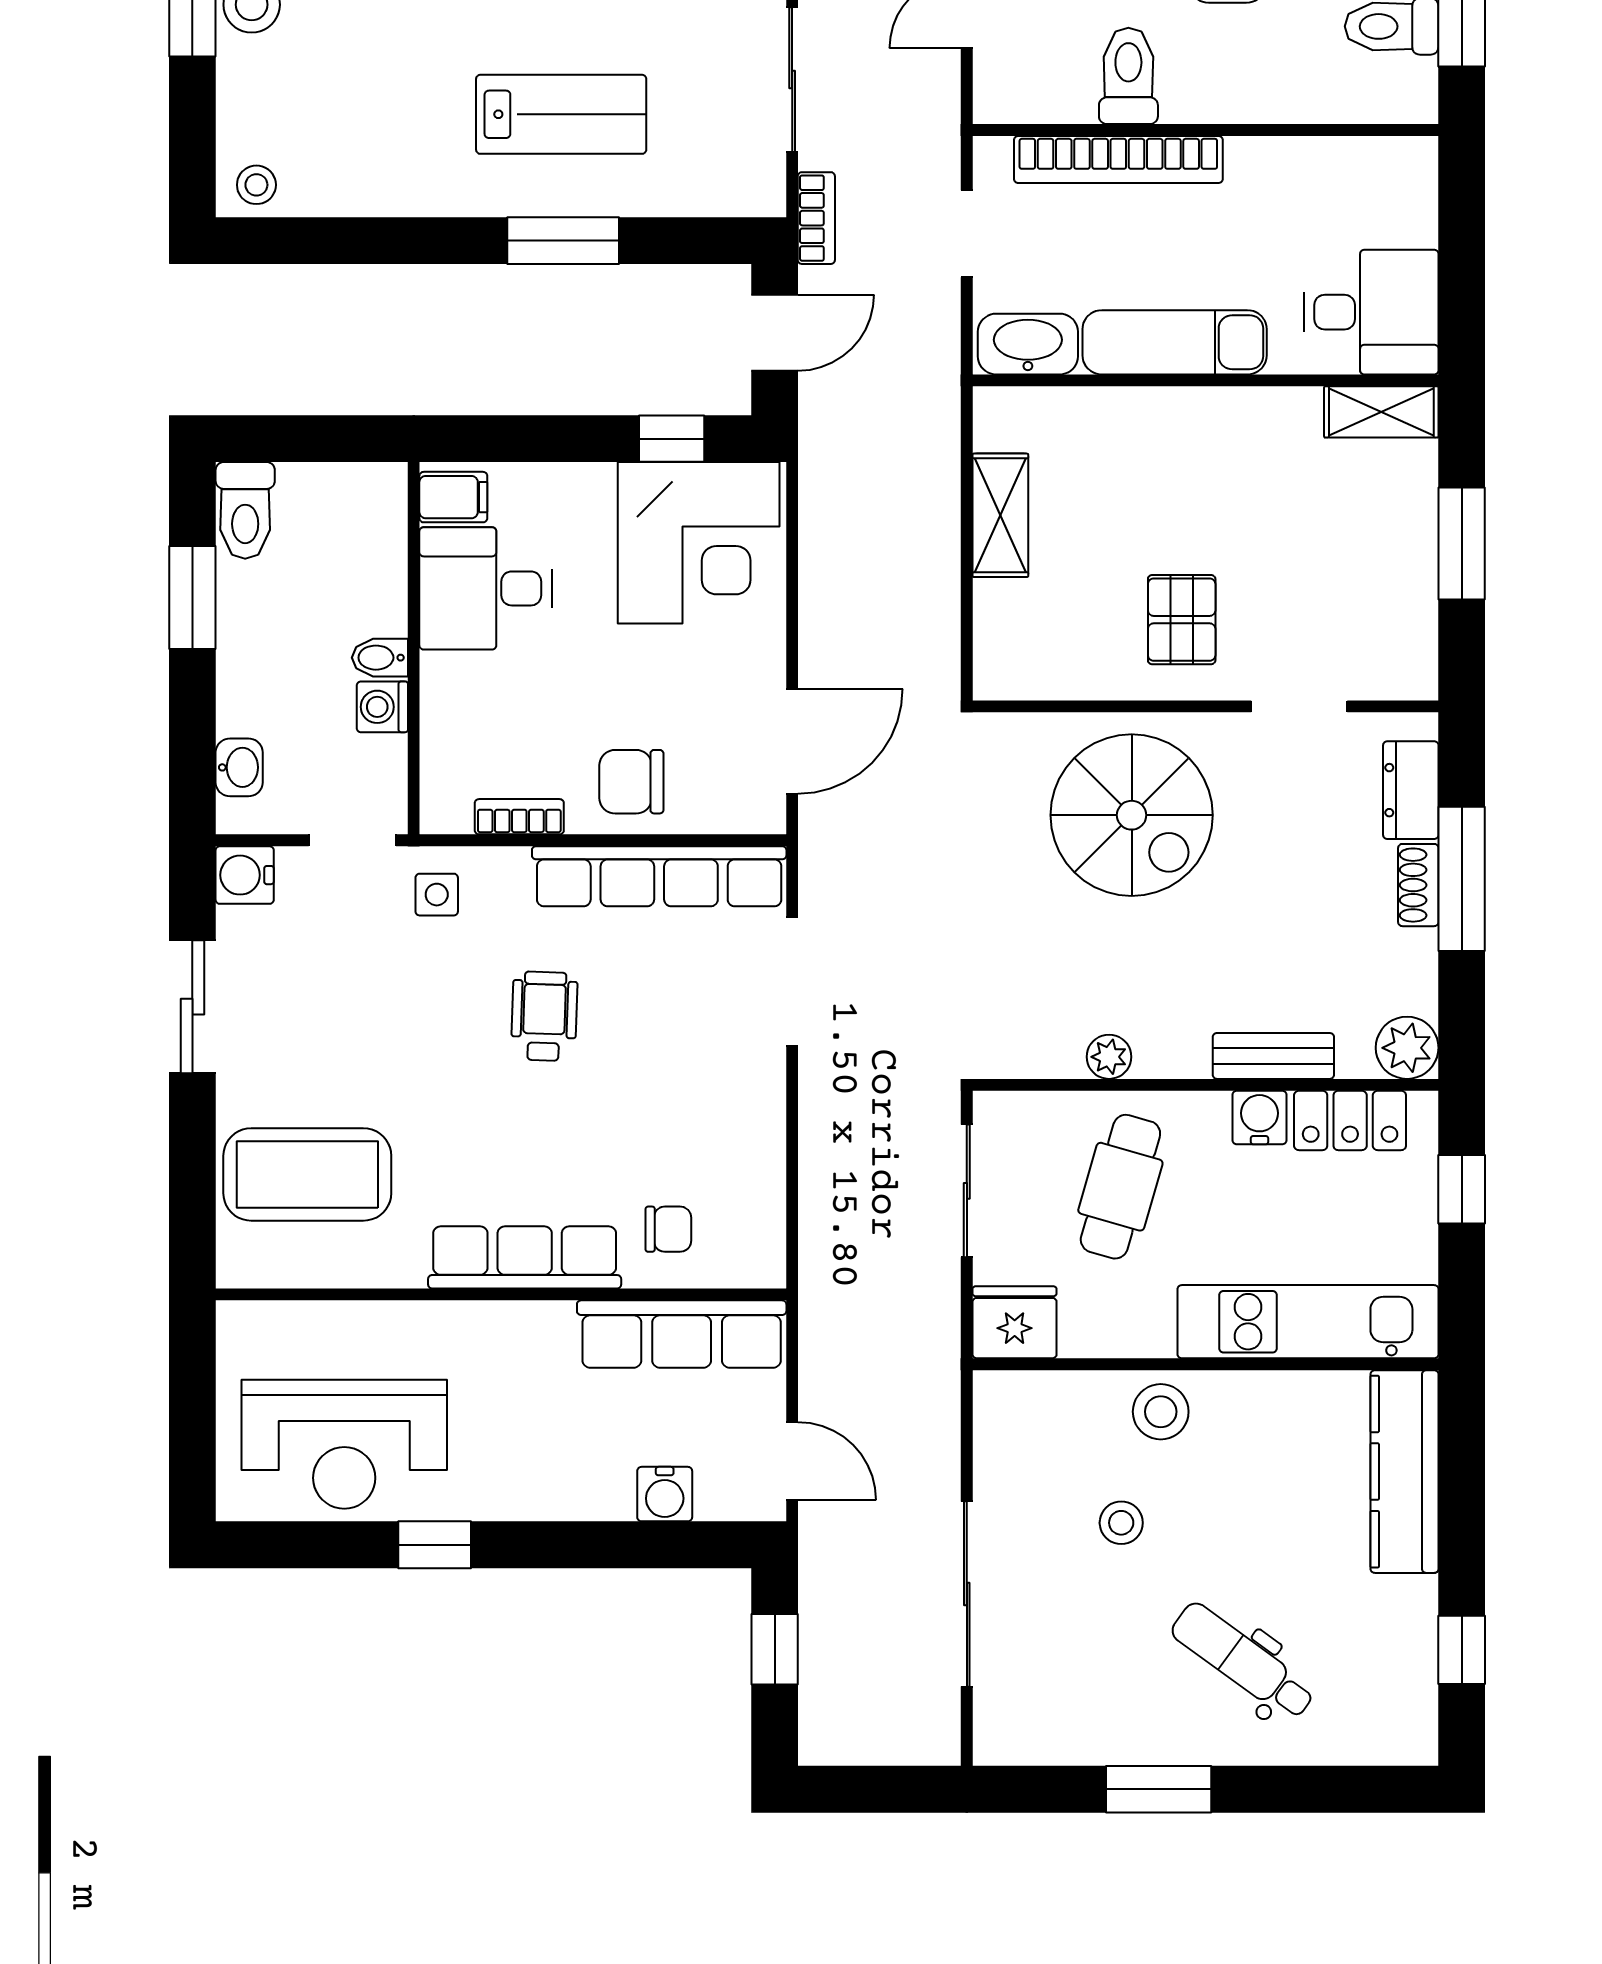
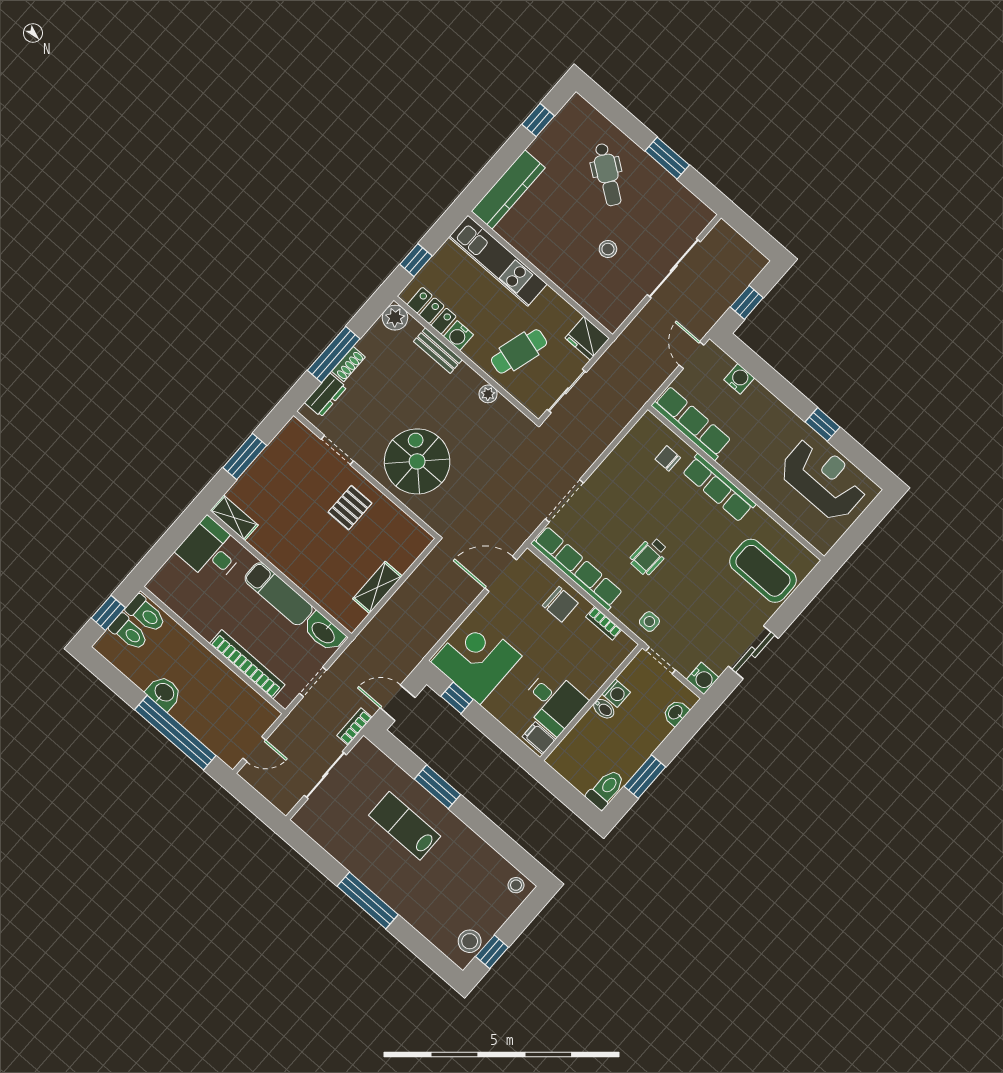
toilet: (1128, 76) -> (146, 614), moved, turned -90
stool: (1161, 1412) -> (566, 272), removed

